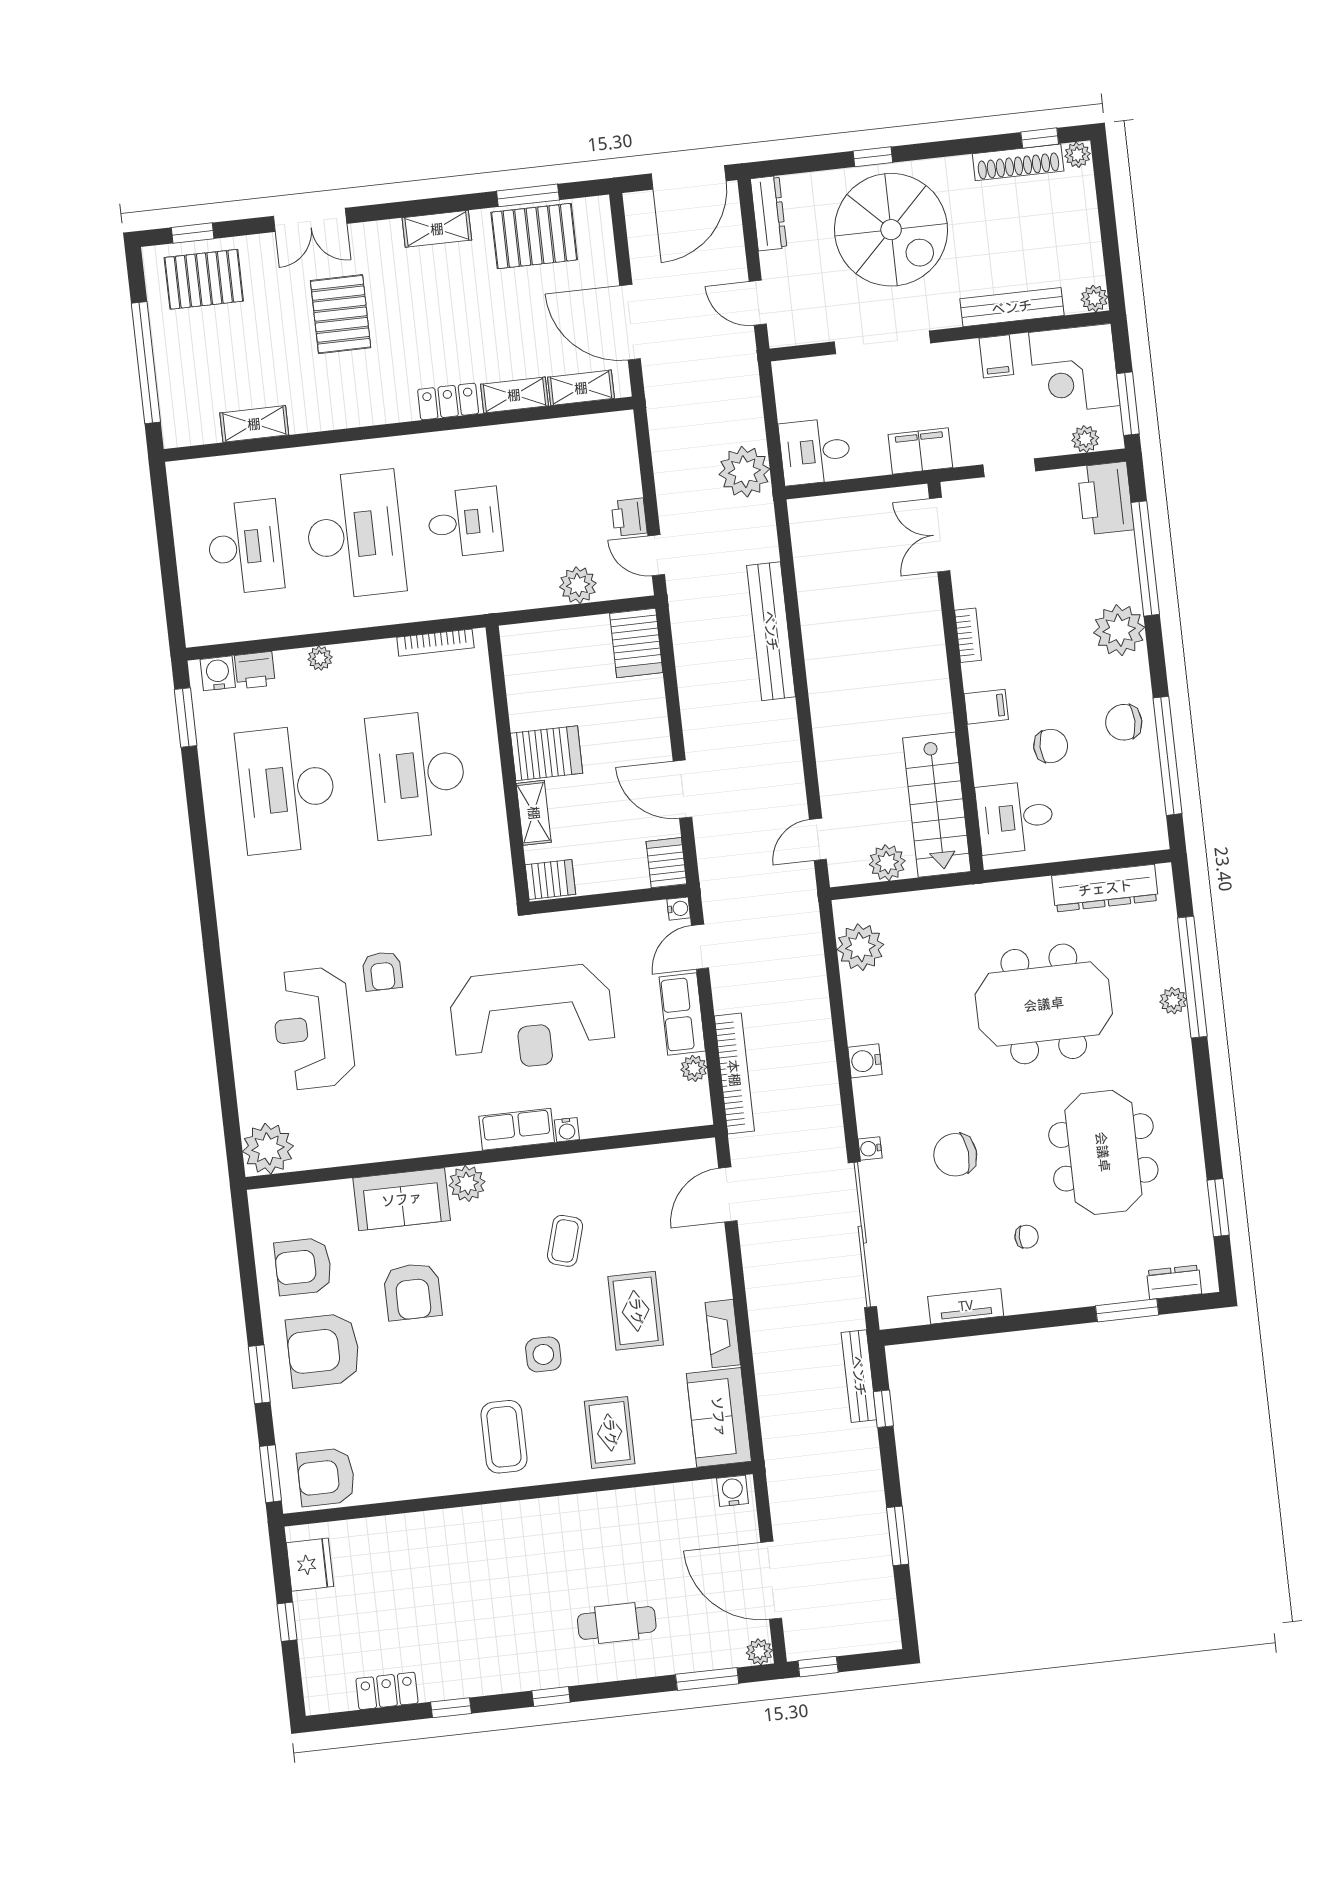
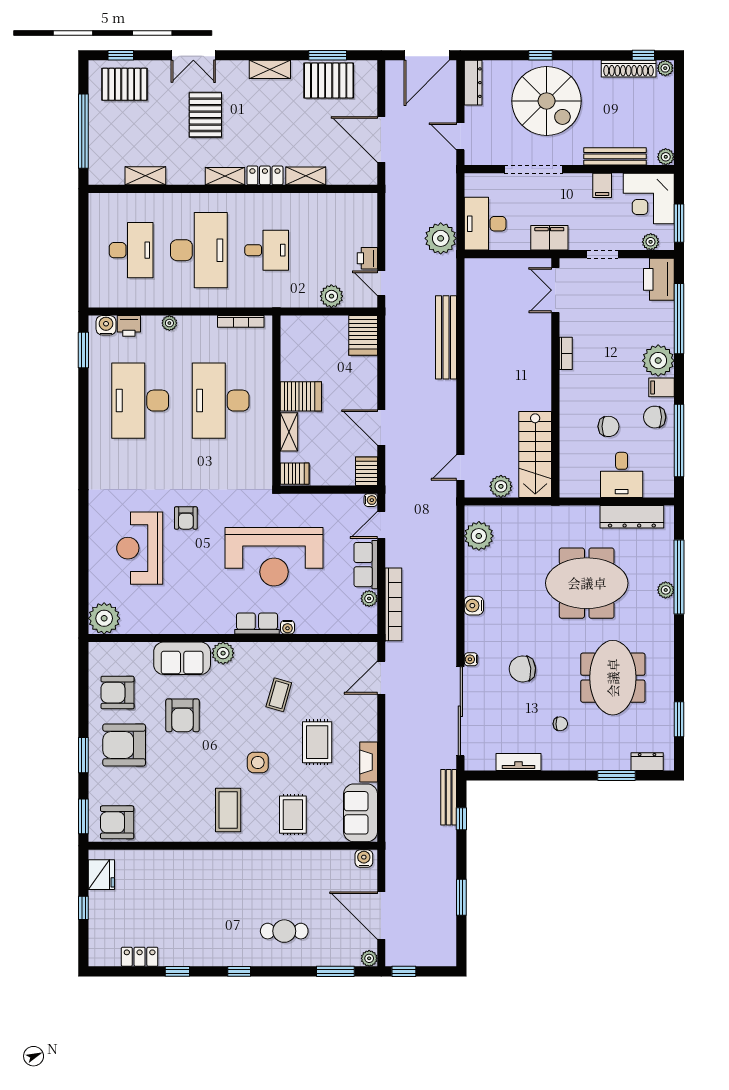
shelving: (581, 388) -> (225, 176), moved
desk: (815, 451) -> (485, 224), width x1.37
filing cabinet: (986, 707) -> (661, 387), moved, turned 180
desk: (1015, 817) -> (622, 475), moved, turned -90

